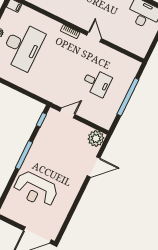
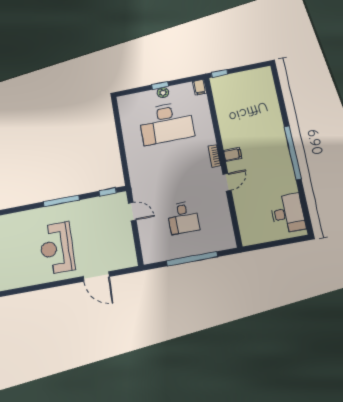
filing cabinet: (78, 19) -> (233, 154), added
plant: (96, 138) -> (127, 258), removed
reception desk: (36, 189) -> (57, 248), moved

